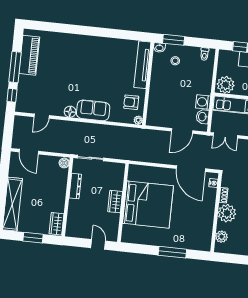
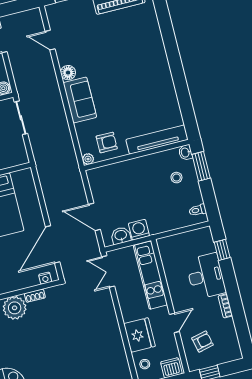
plant: (226, 85) -> (170, 249), removed
armchair: (131, 102) -> (107, 142), turned 90

